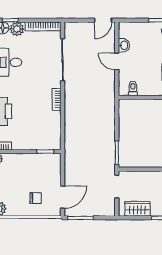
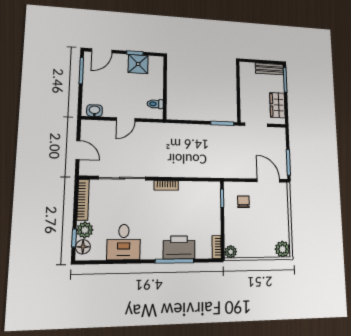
door: (103, 20) -> (78, 150), moved
washbasin: (124, 45) -> (95, 111), moved
chair: (36, 198) -> (243, 202), moved

